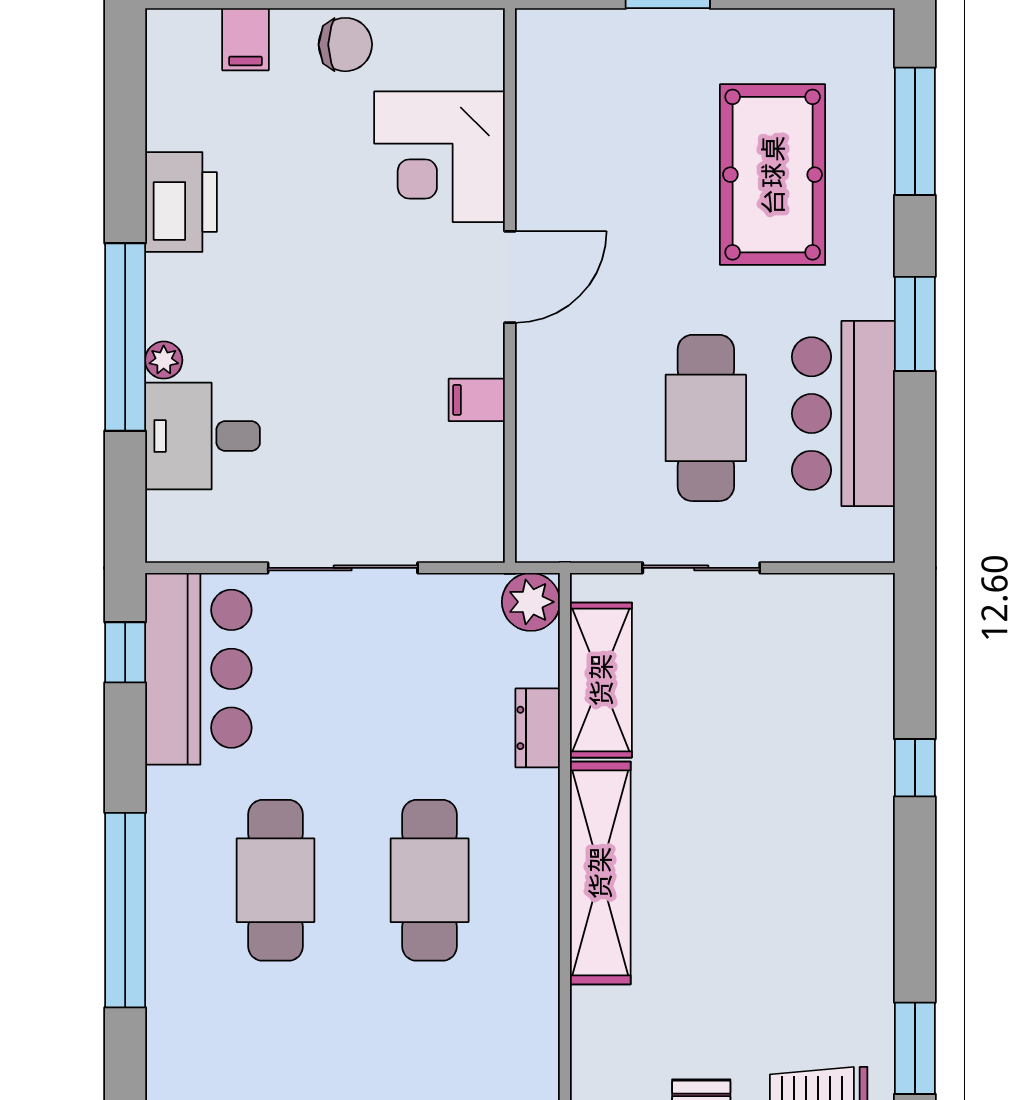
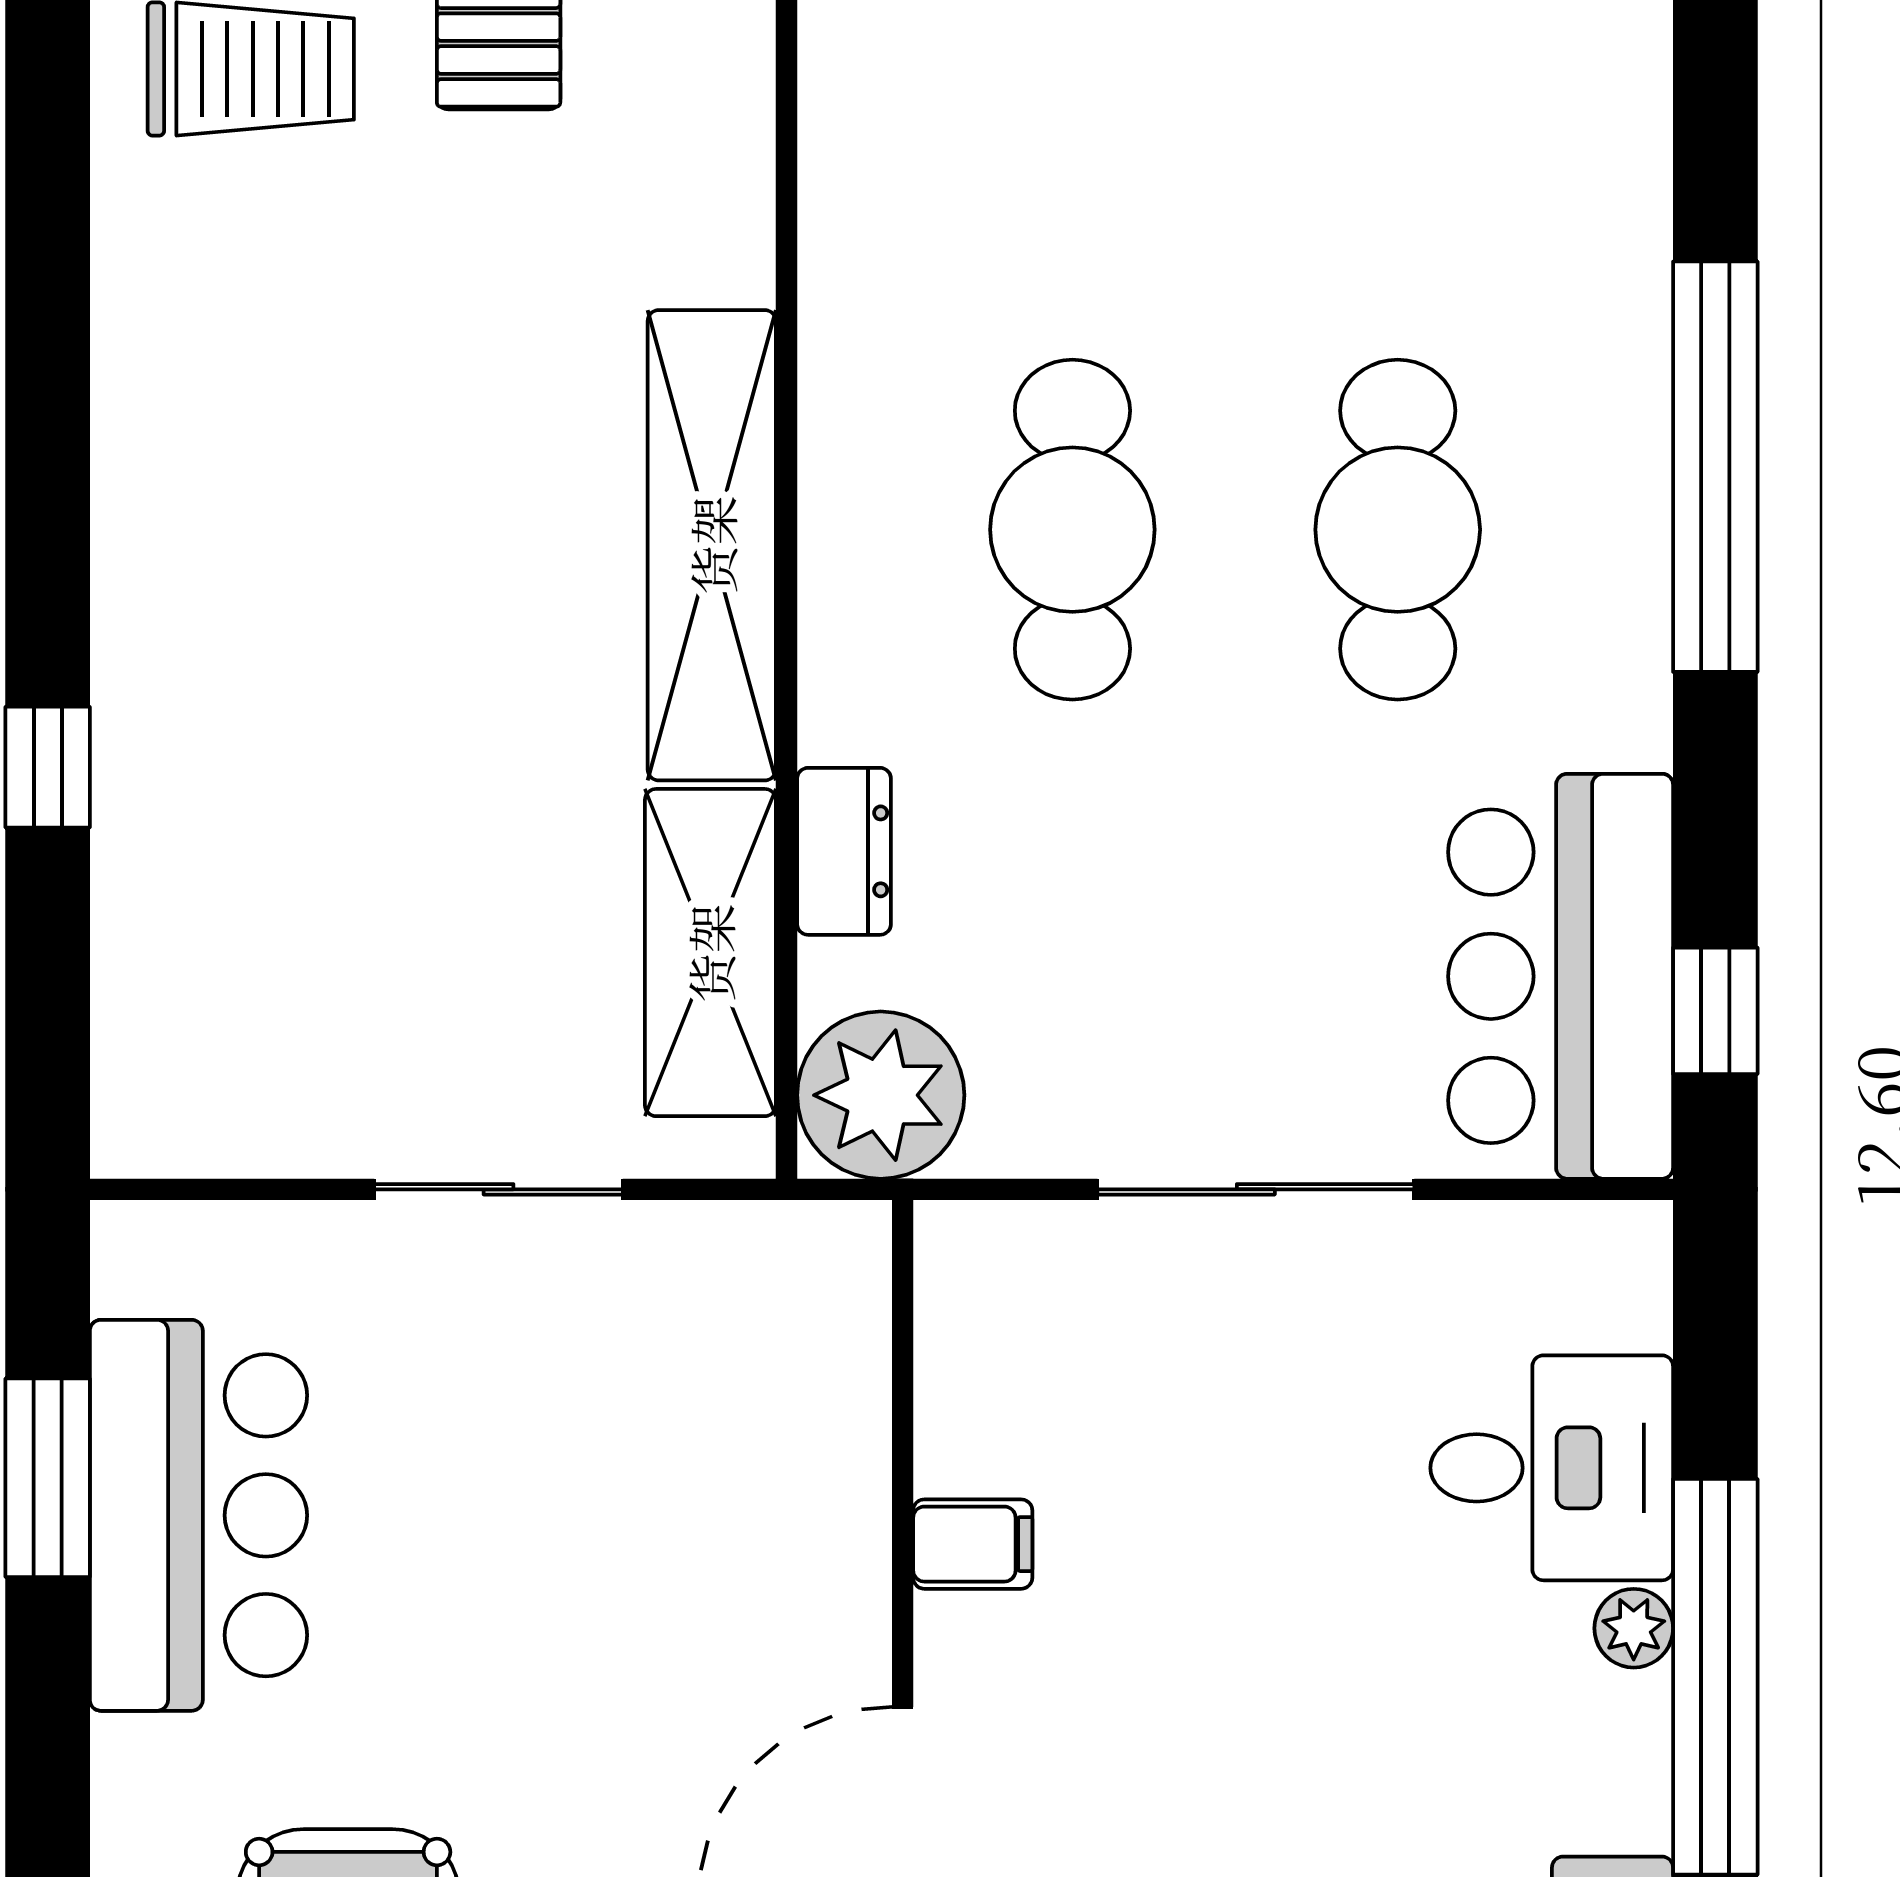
window: (915, 324) -> (48, 1478), moved
cafe table: (706, 418) -> (489, 1506), removed
plant: (531, 602) -> (881, 1095), width x1.36, depth x1.36
window: (915, 1048) -> (48, 175), removed

